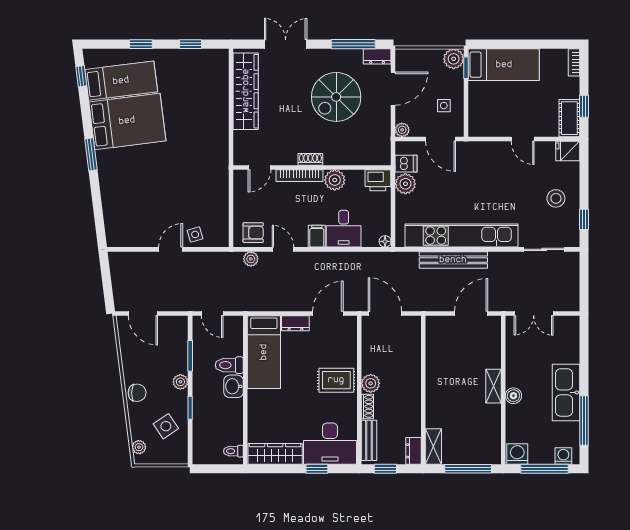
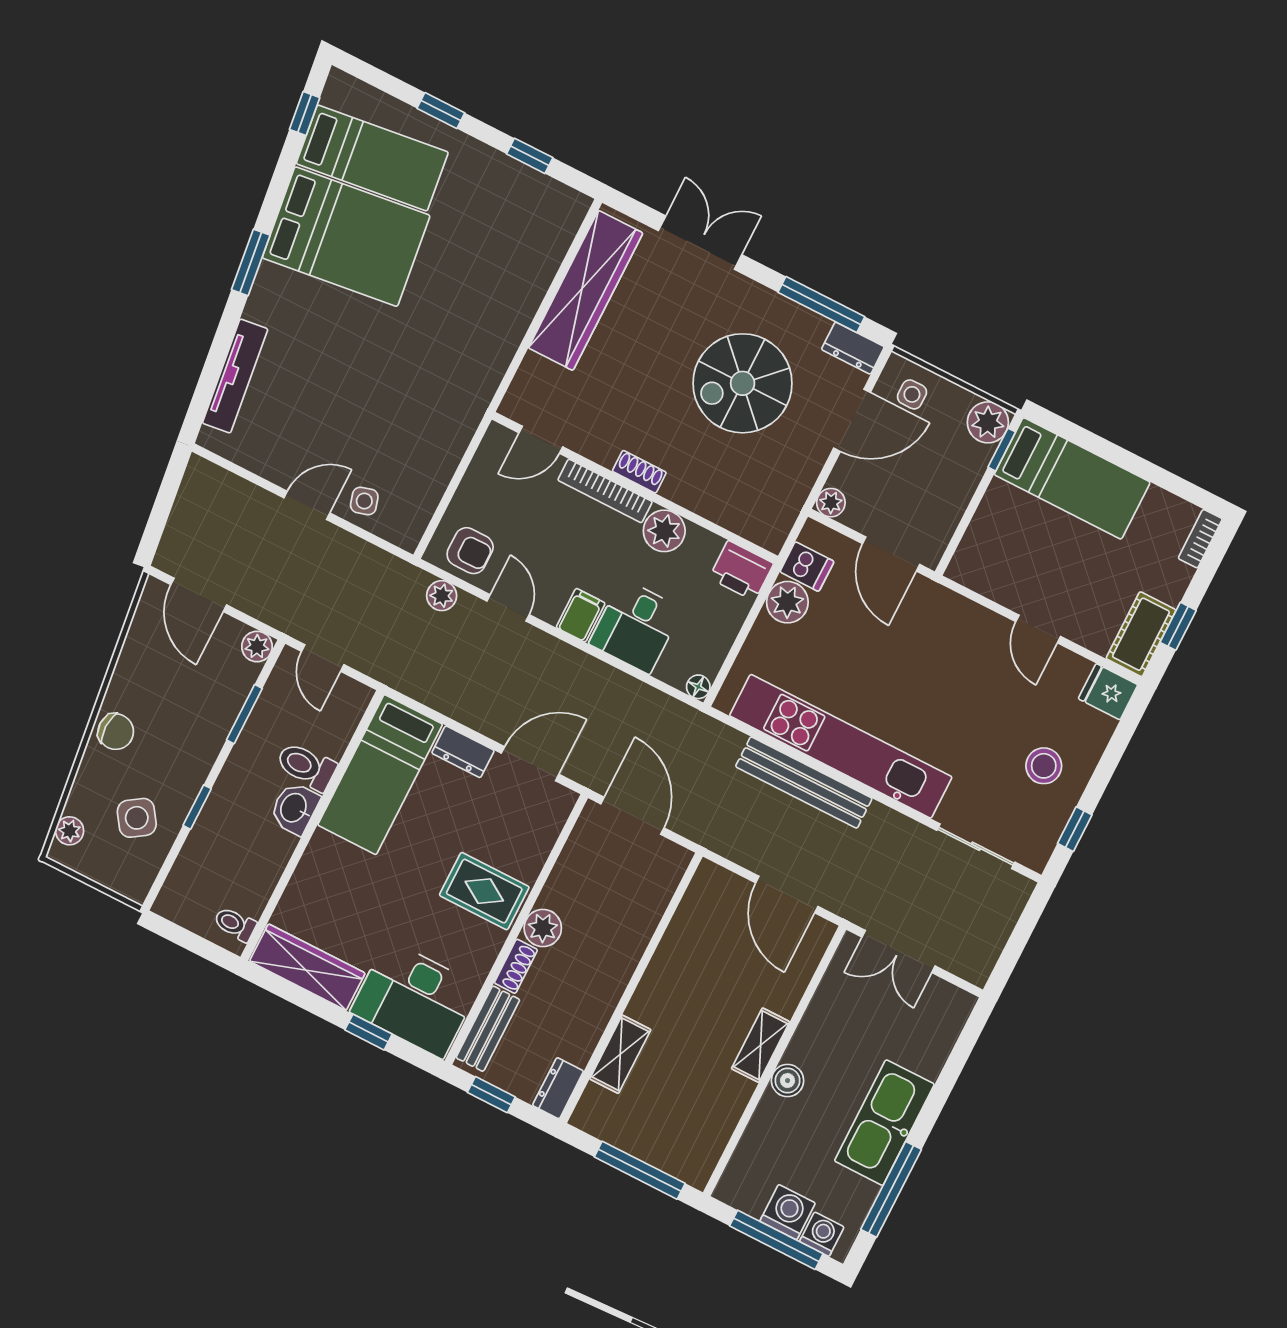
side table: (444, 106) -> (912, 394), moved
tv unit: (110, 208) -> (235, 376), added
door: (471, 313) -> (787, 895), swing flipped
plant: (180, 382) -> (257, 646), moved
shelving: (433, 446) -> (620, 1054), moved
washing machine: (517, 454) -> (788, 1212), moved

